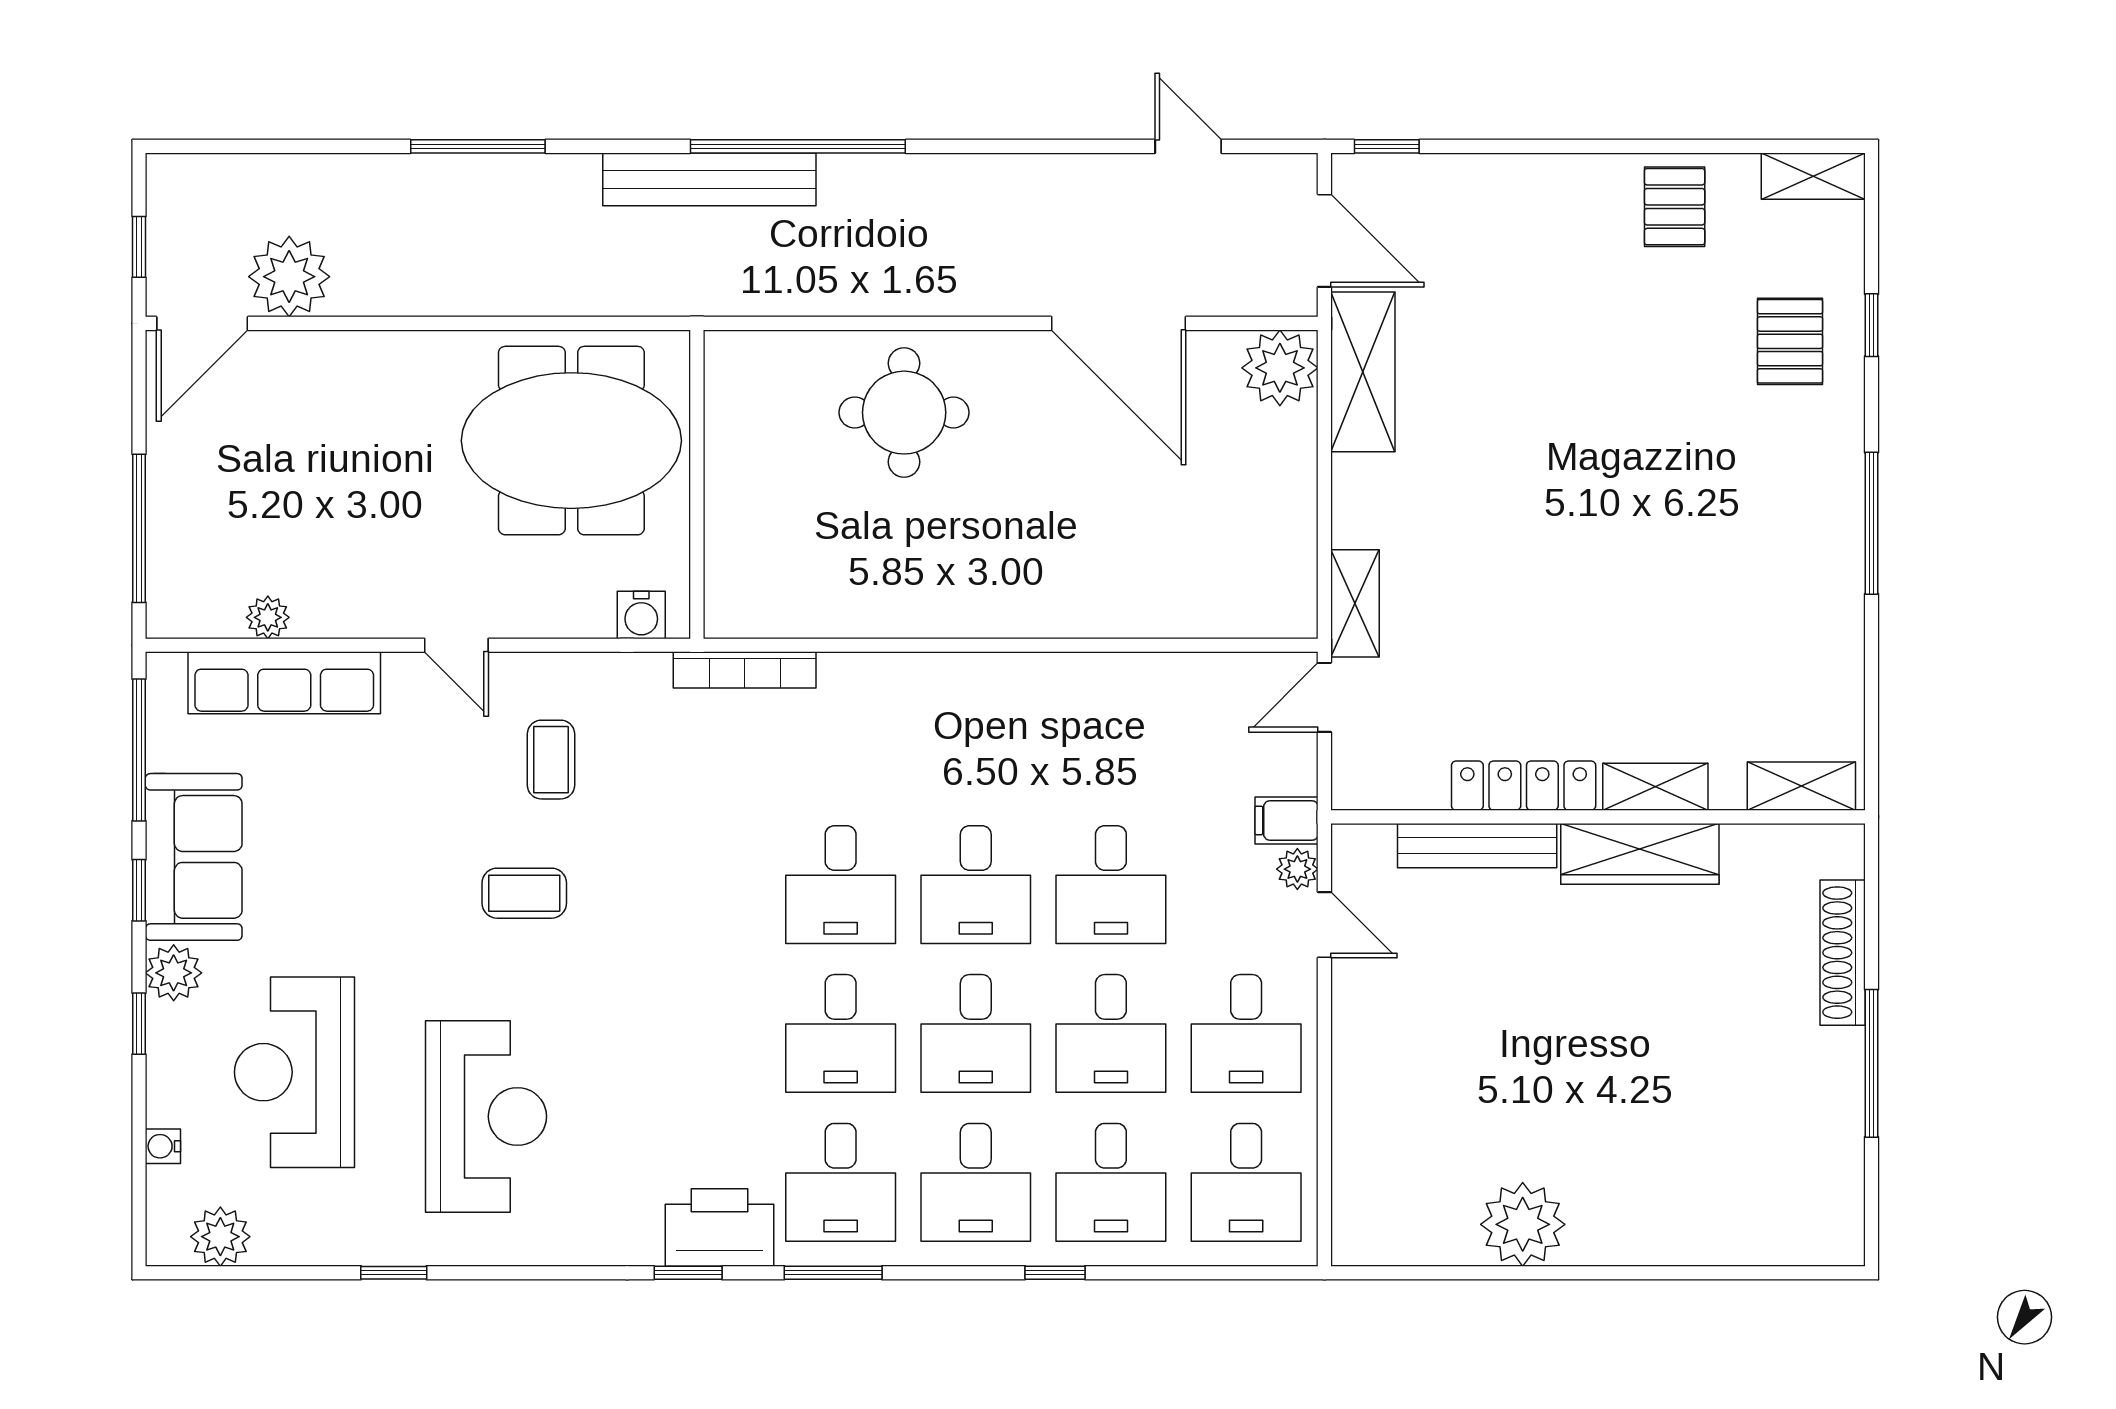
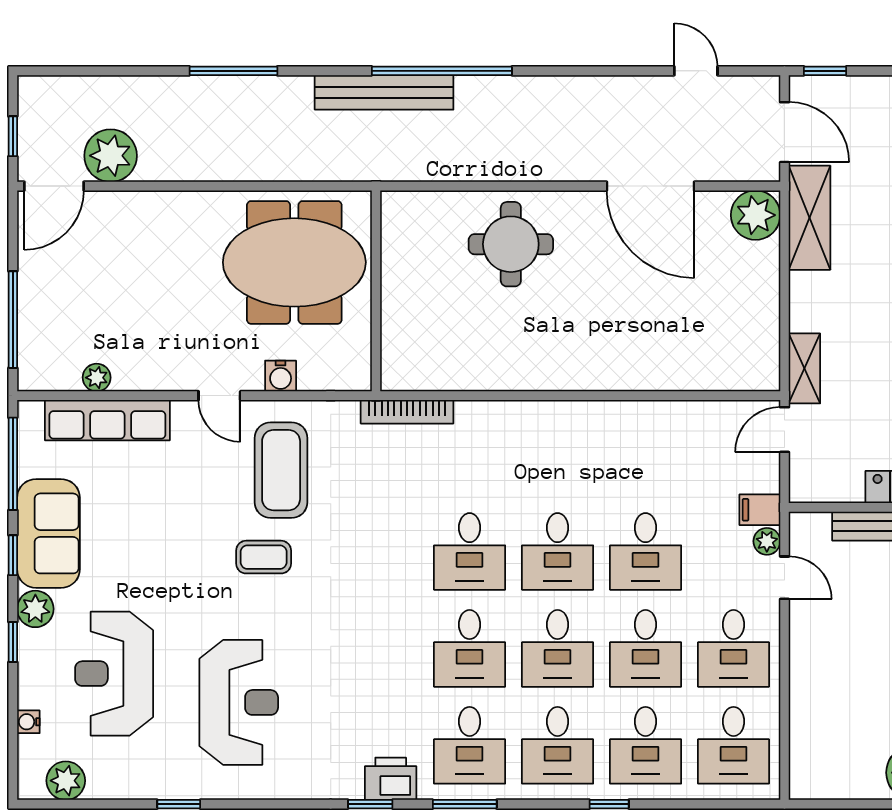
water cooler: (641, 615) -> (281, 376), moved
coffee table: (551, 760) -> (281, 470), width x1.86, depth x1.72
printer: (719, 1227) -> (391, 779), width x0.73, depth x0.84

